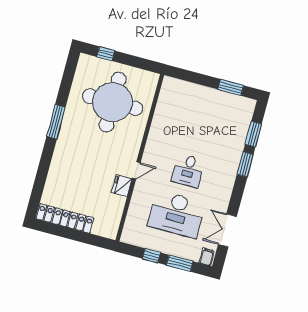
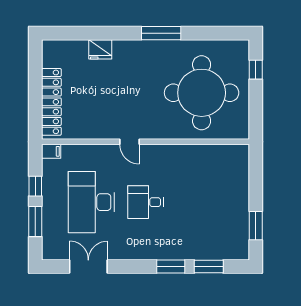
fridge: (122, 186) -> (100, 49), moved, turned 180
locker: (65, 218) -> (51, 102), moved
filing cabinet: (207, 257) -> (51, 151), moved

